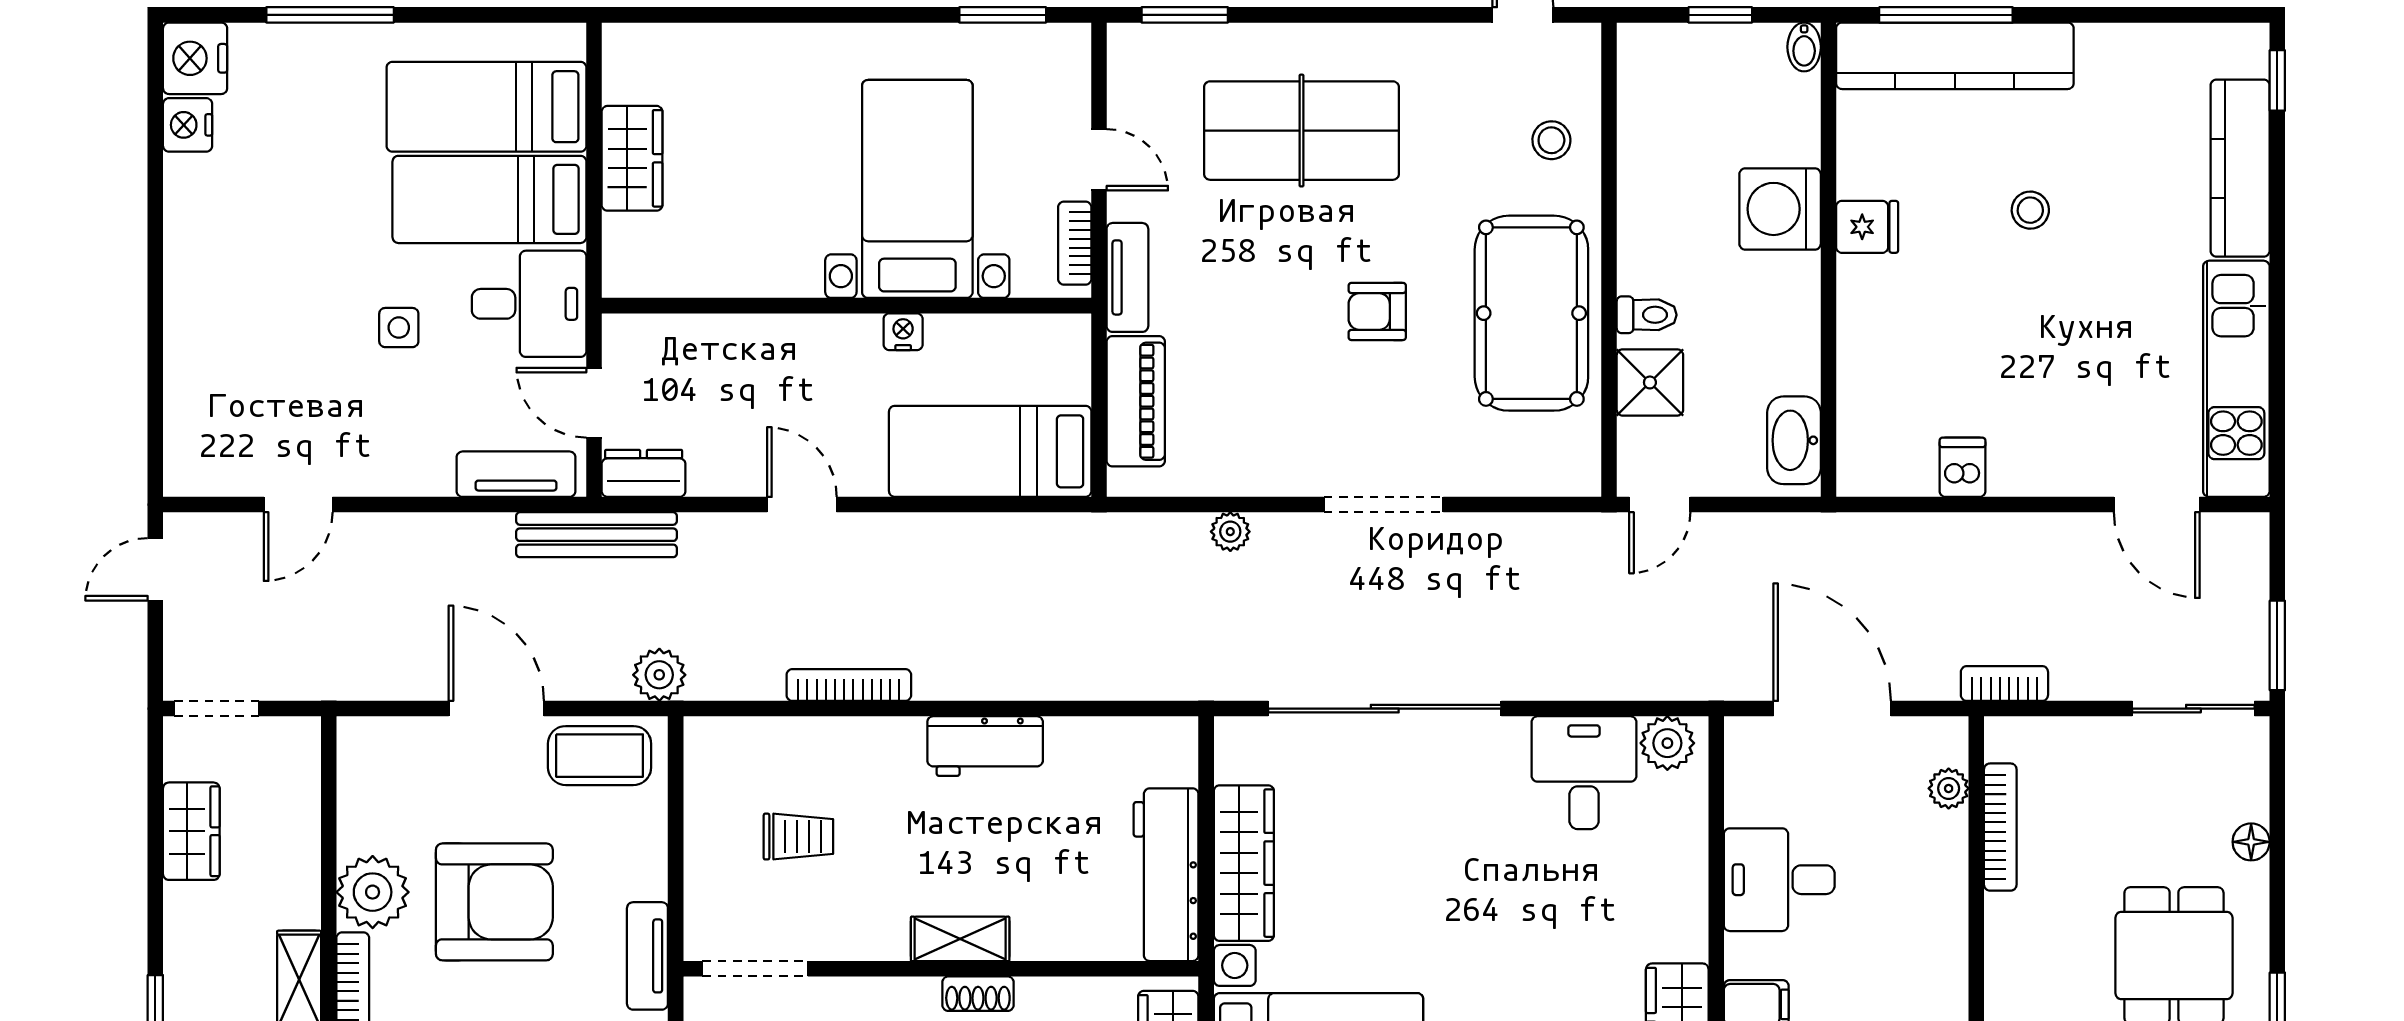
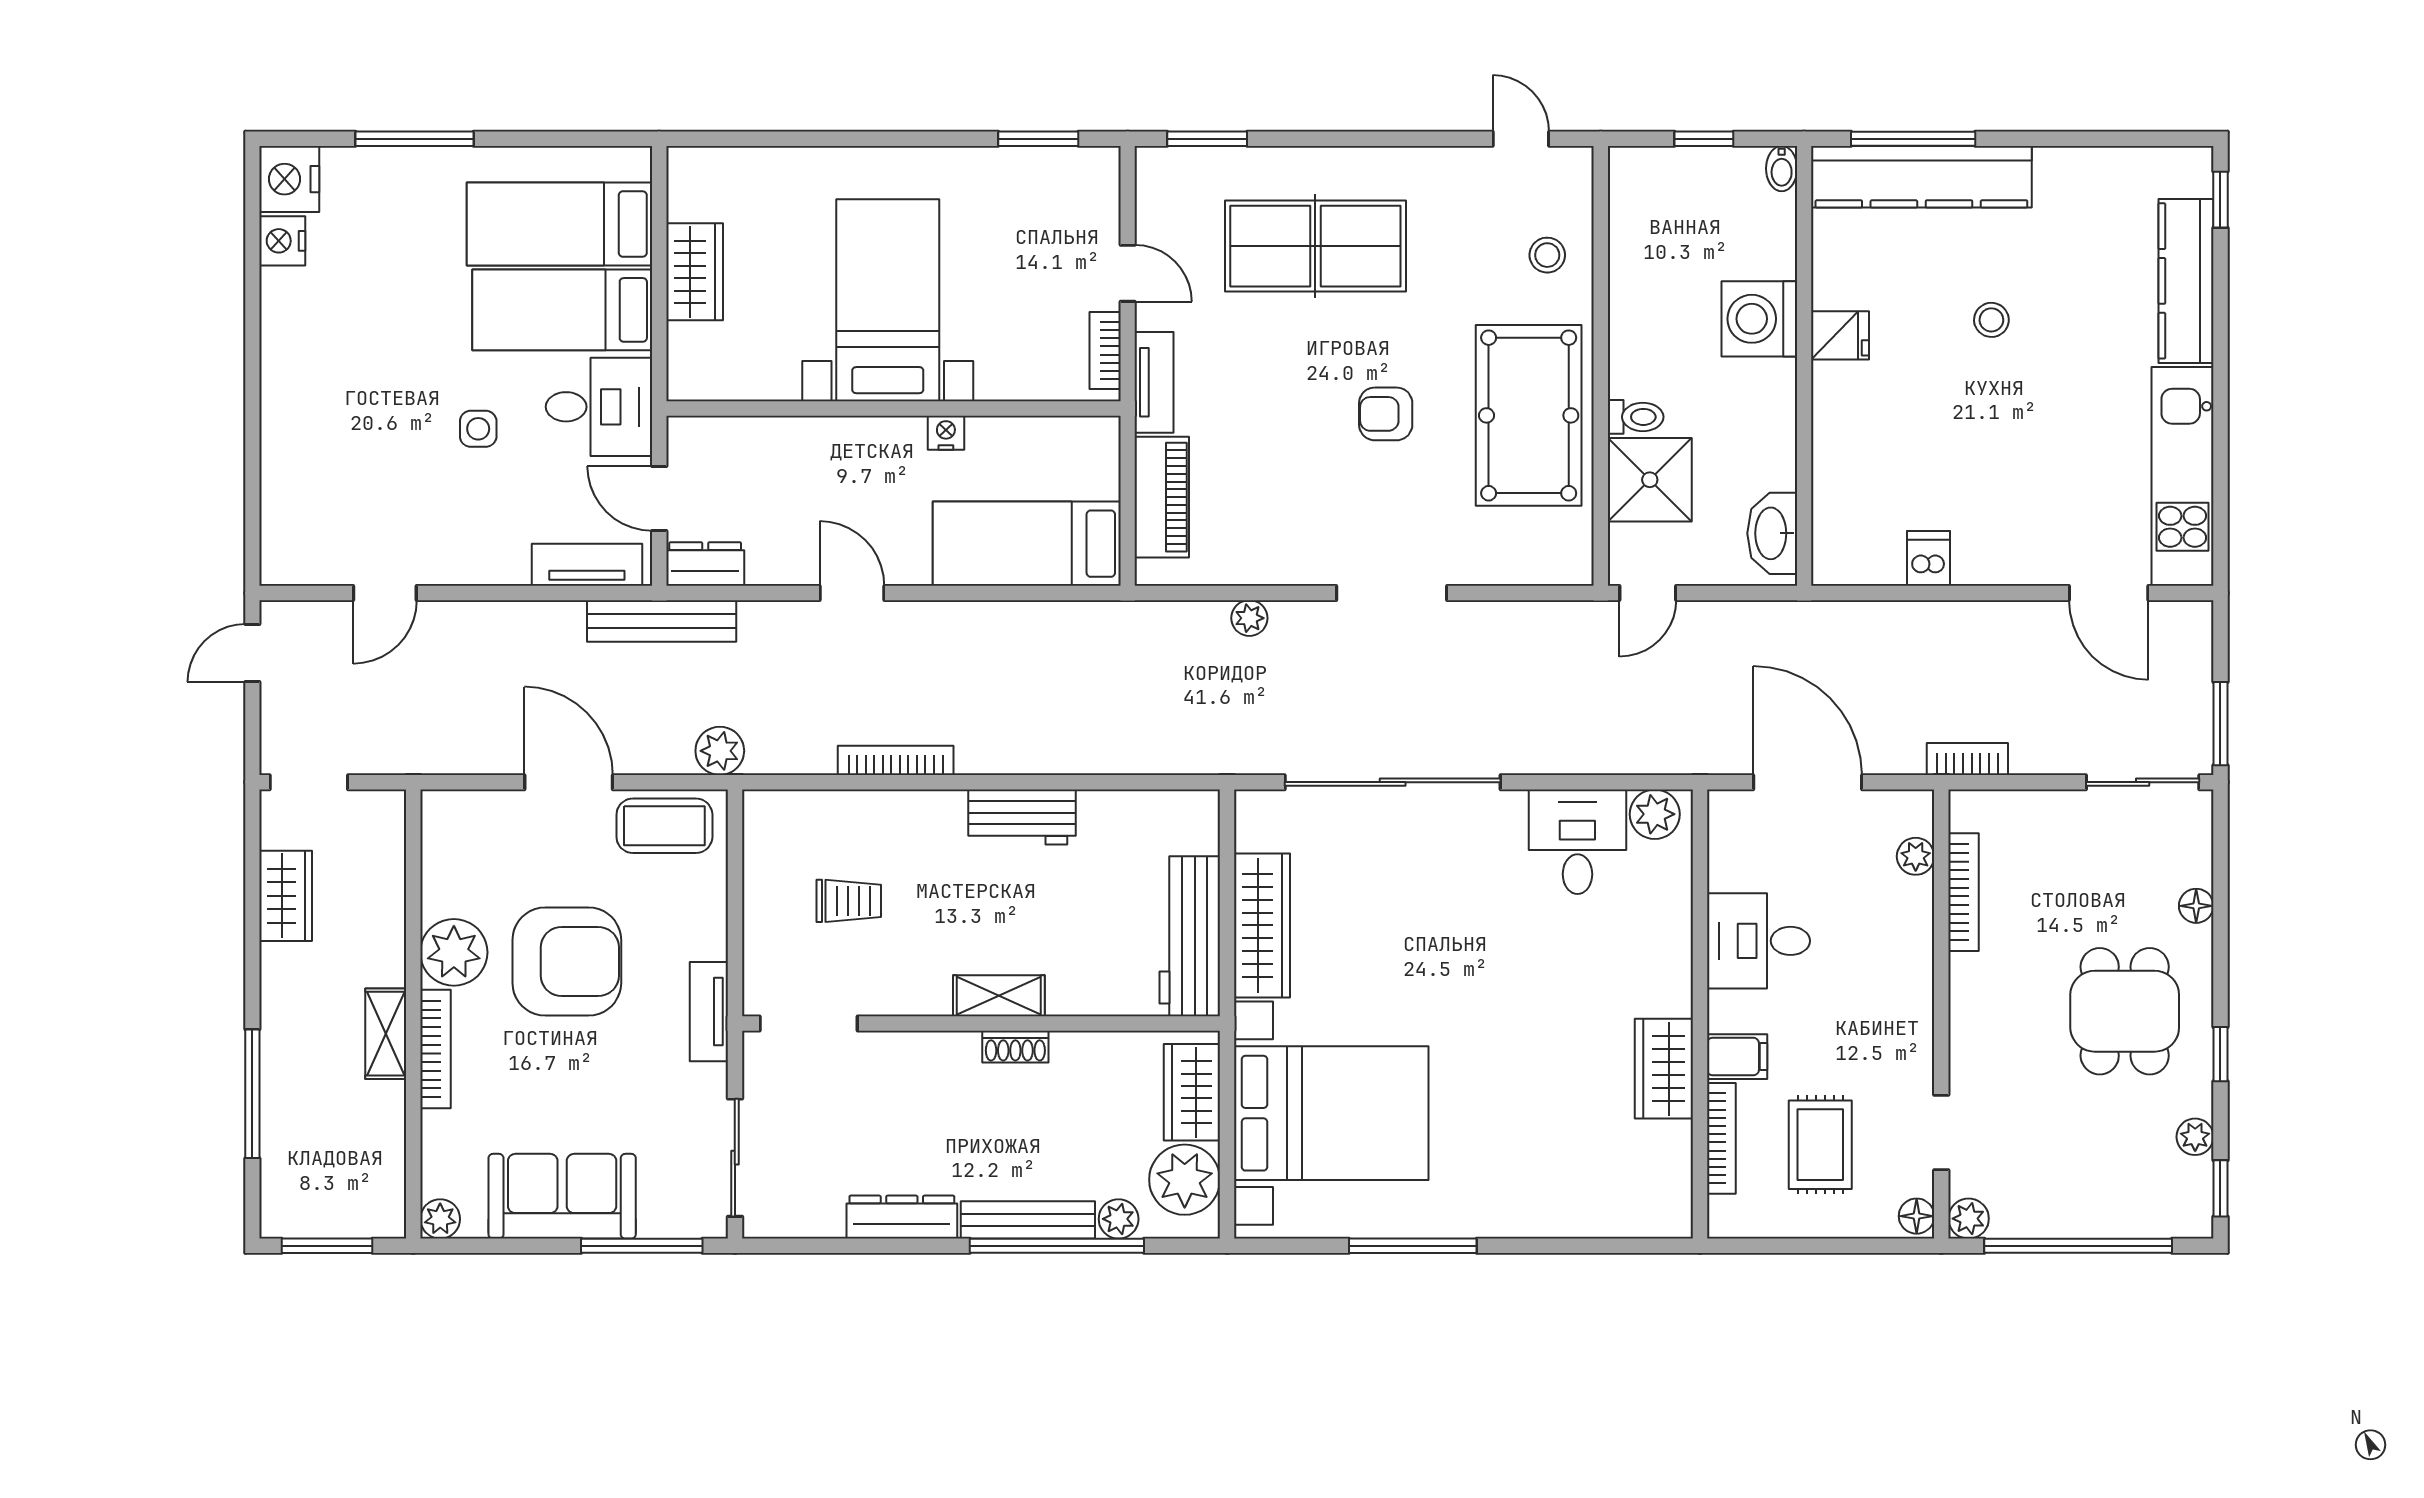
bed with nightstands: (917, 189) -> (888, 300), moved
shower: (1650, 382) -> (1650, 480), width x1.36, depth x1.36

